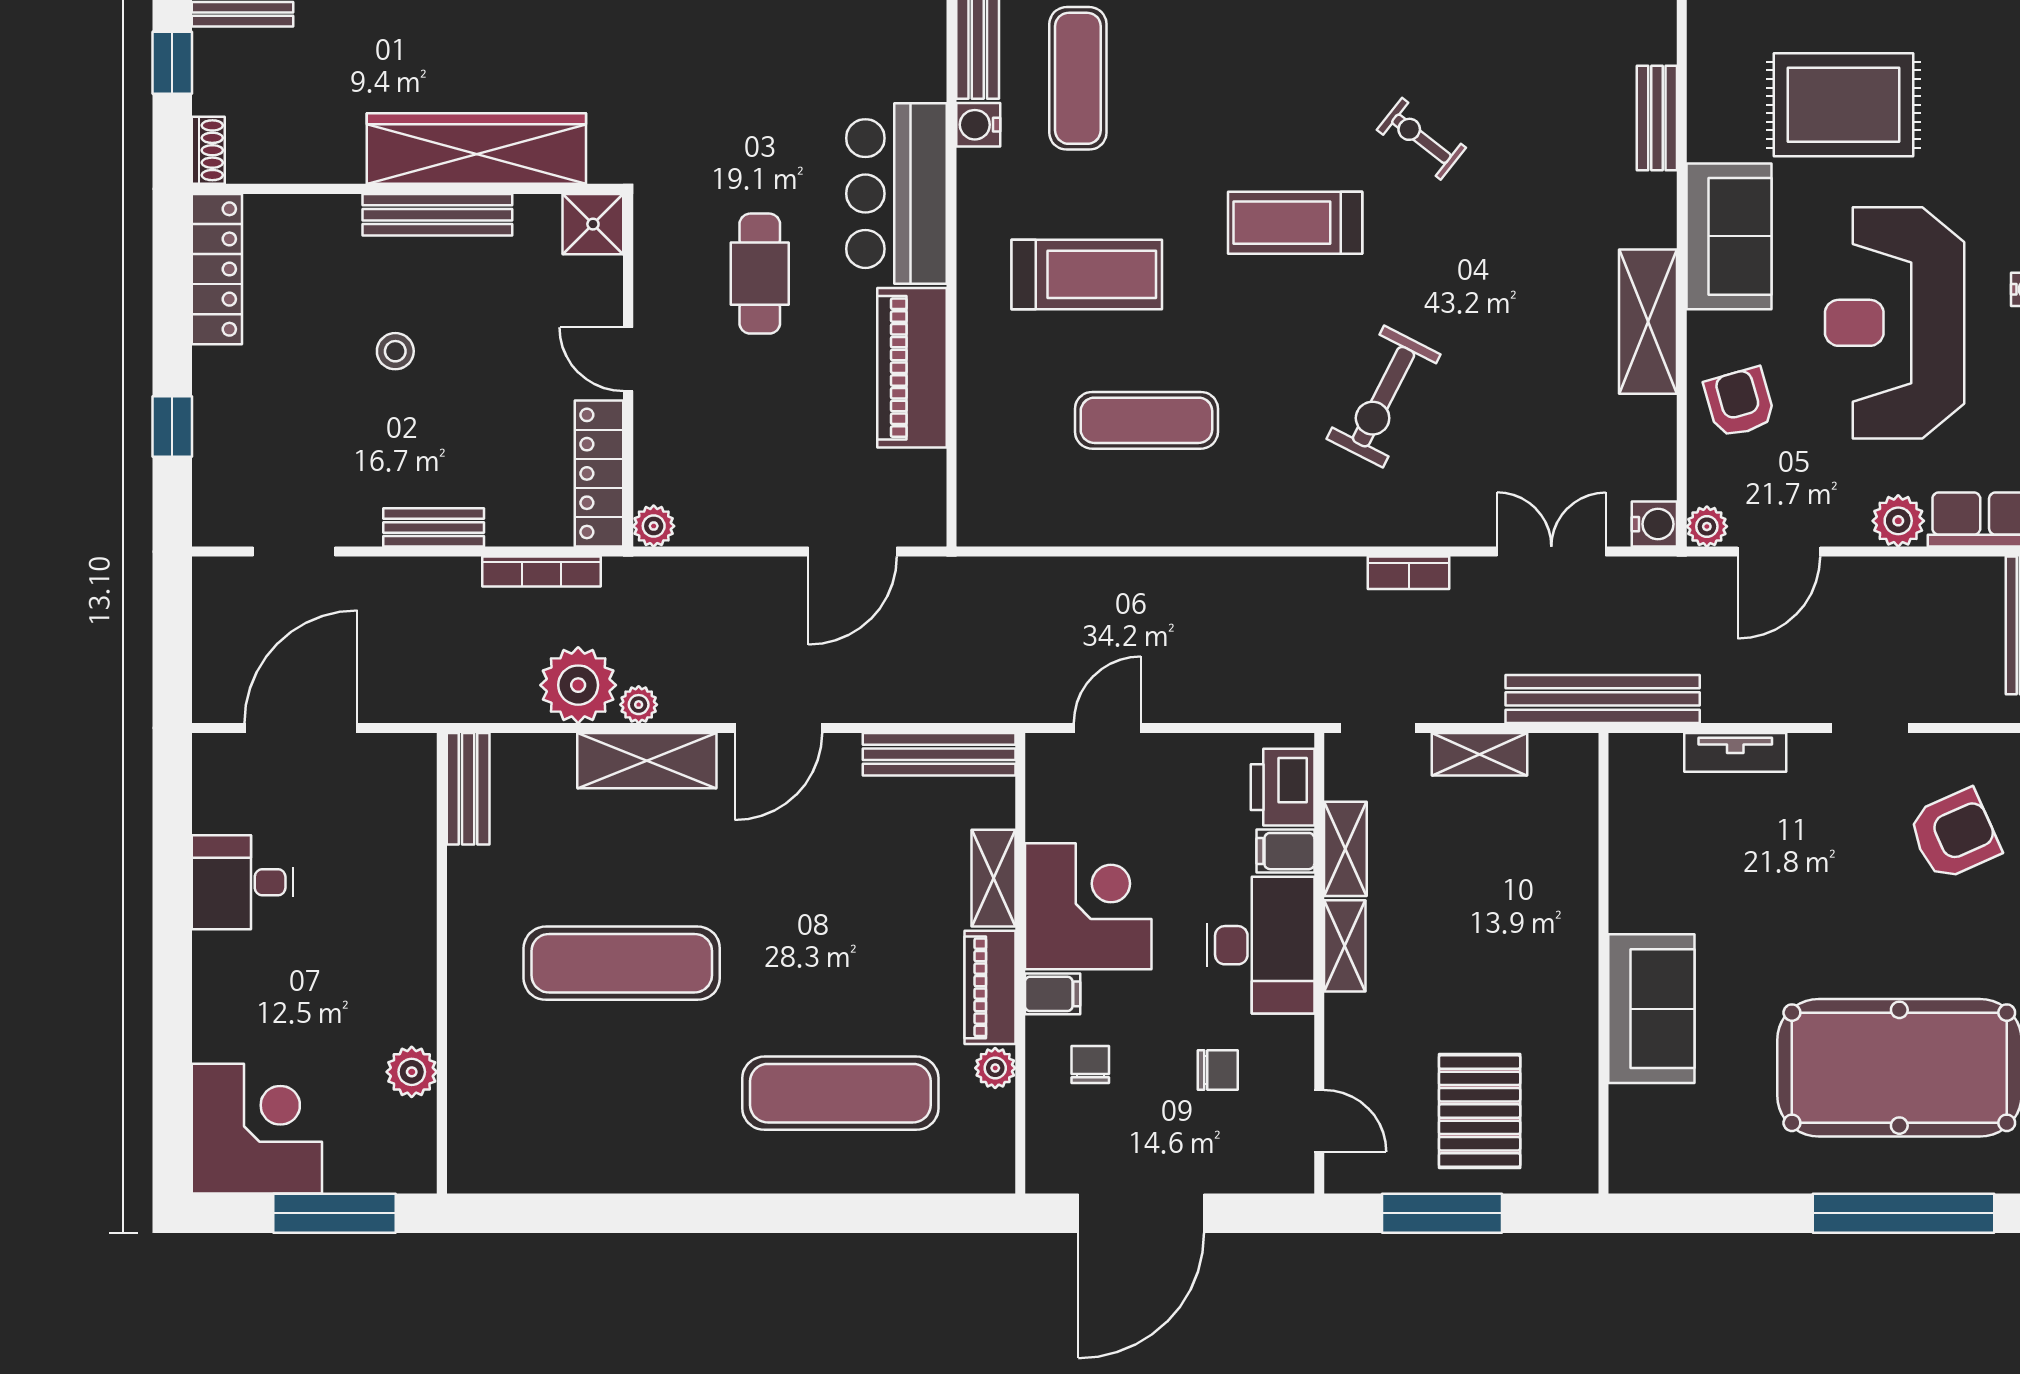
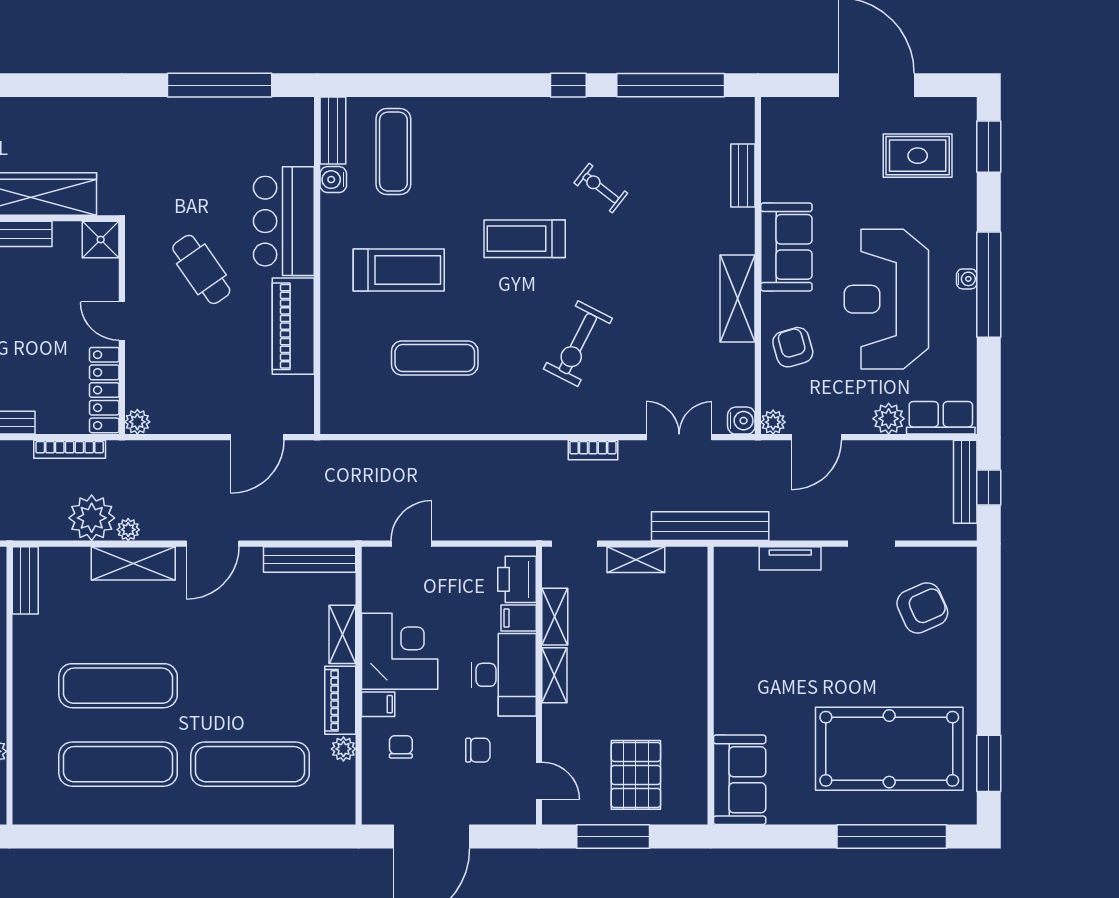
rug: (1843, 105) -> (918, 156), moved, width x0.73, depth x0.70
cafe table: (760, 274) -> (201, 269), turned -35
sofa: (1651, 1009) -> (740, 780), moved
exercise mat: (622, 1093) -> (118, 764), added

